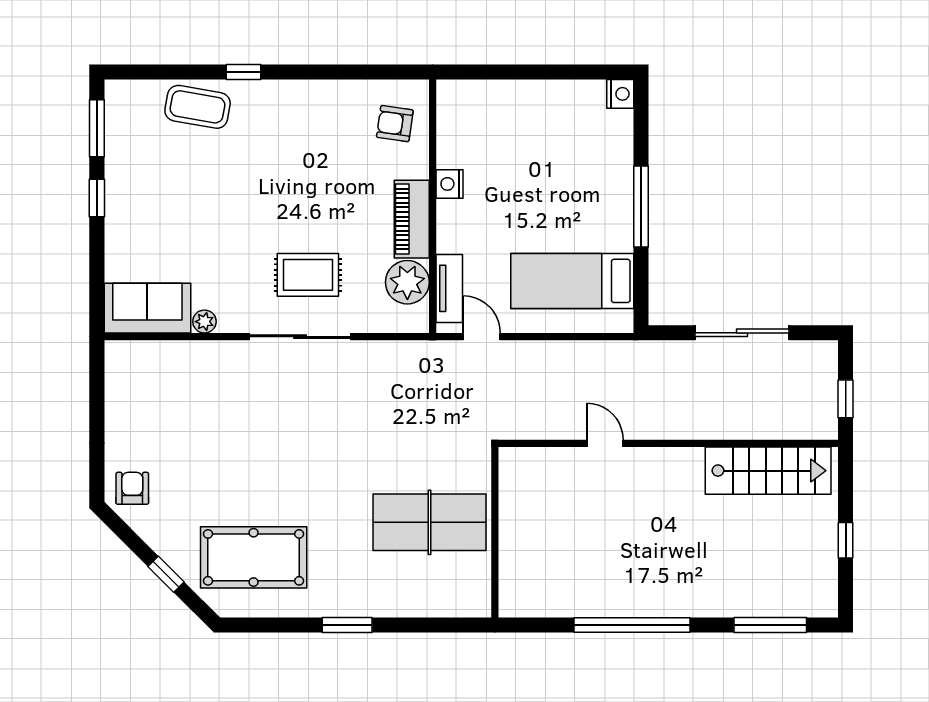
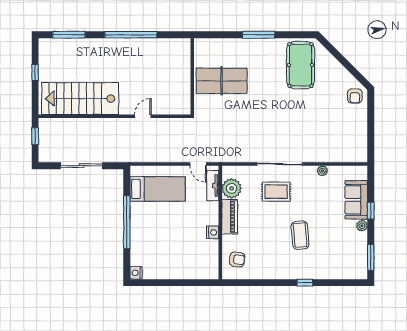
coffee table: (198, 107) -> (300, 235), moved, turned 75
window: (97, 198) -> (371, 211), moved
plant: (116, 199) -> (362, 226), added
window: (641, 206) -> (127, 222), width x1.46
sofa: (147, 308) -> (356, 200), moved, turned 90
door: (605, 443) -> (143, 116), swing flipped
stairs: (768, 471) -> (80, 99), width x1.36, depth x1.51
pool table: (254, 557) -> (300, 65), turned 90
window: (166, 574) -> (340, 58), removed
window: (347, 625) -> (259, 35), width x1.44

